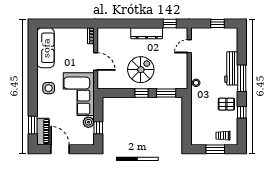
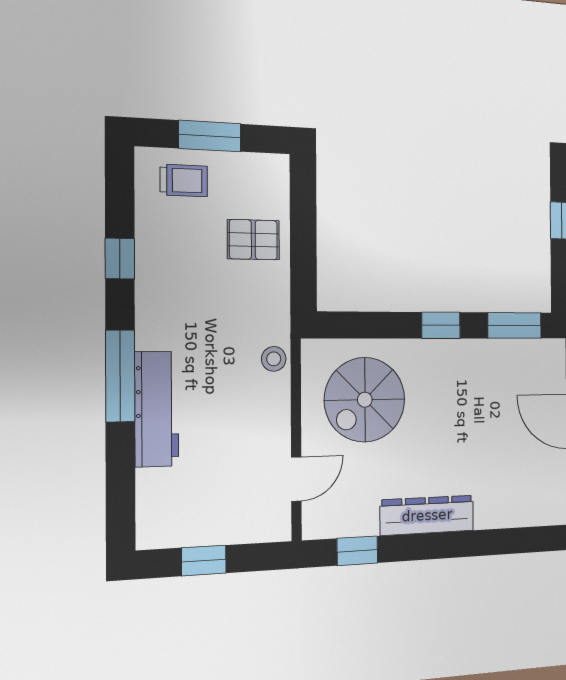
spiral stairs: (141, 70) -> (365, 400), moved
window: (166, 93) -> (515, 325), moved
pallet: (226, 104) -> (253, 240), moved

